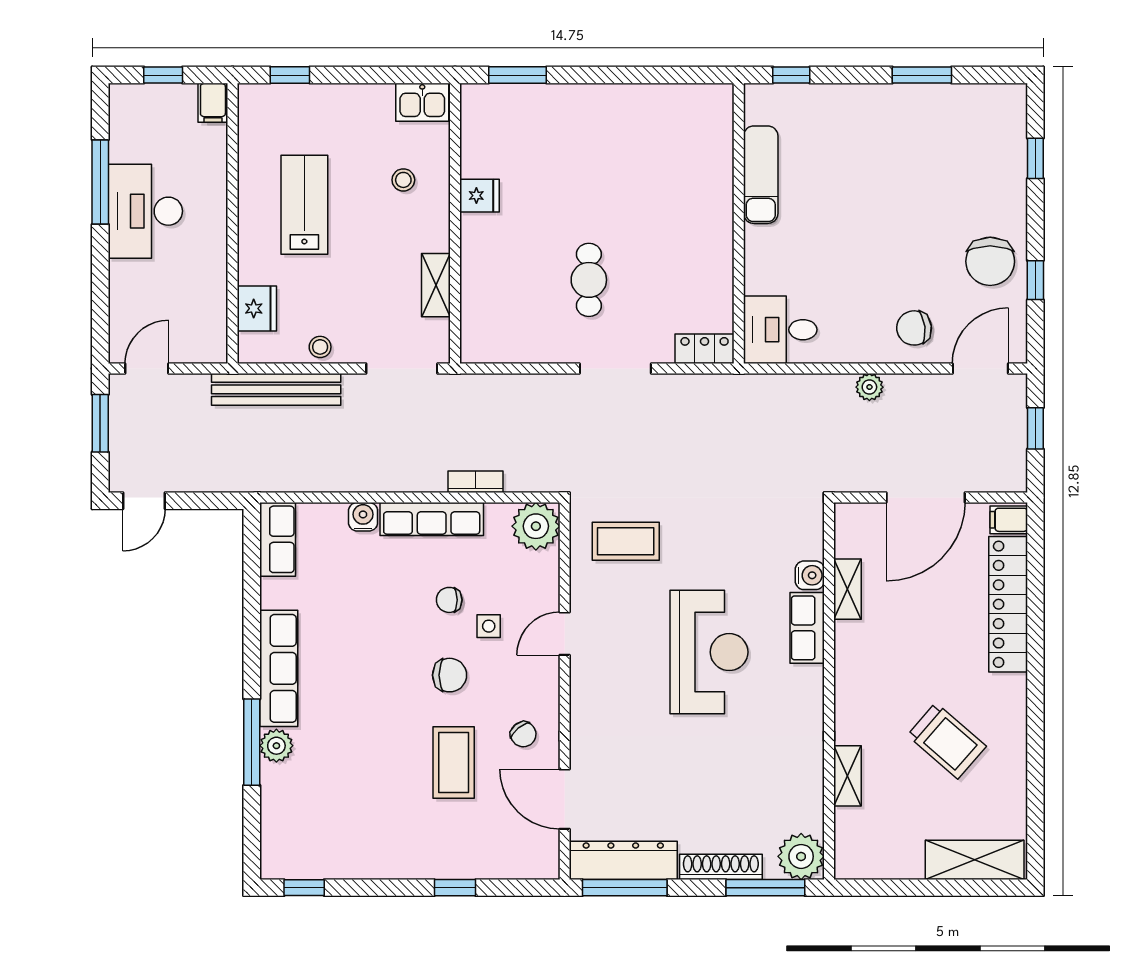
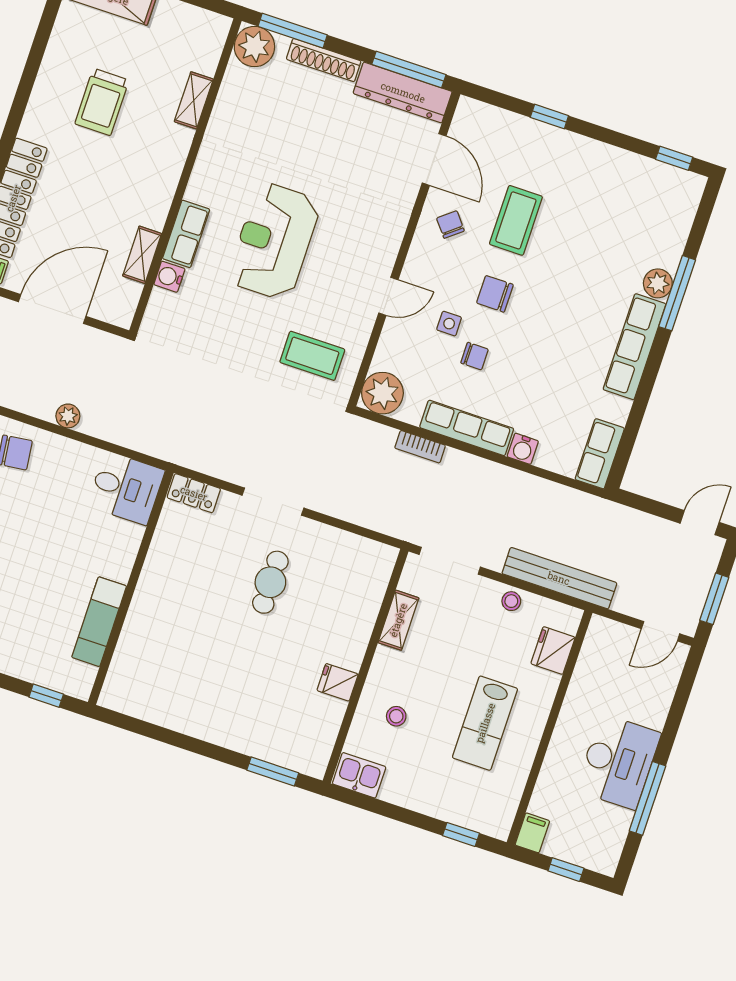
trolley: (947, 741) -> (102, 102), turned -131

